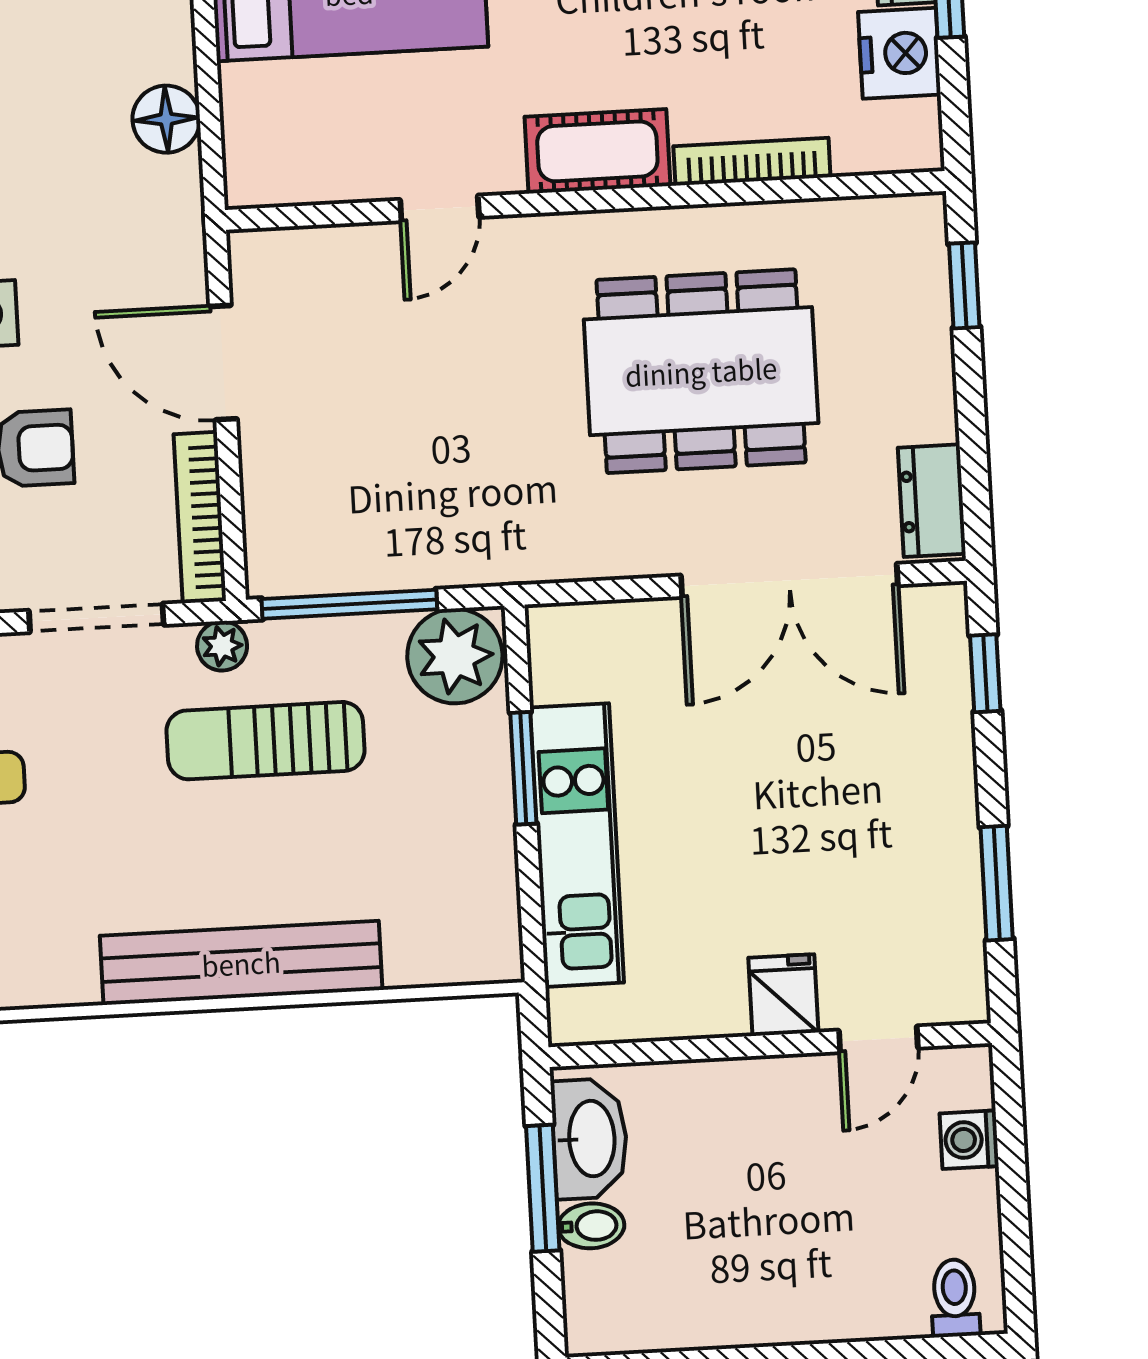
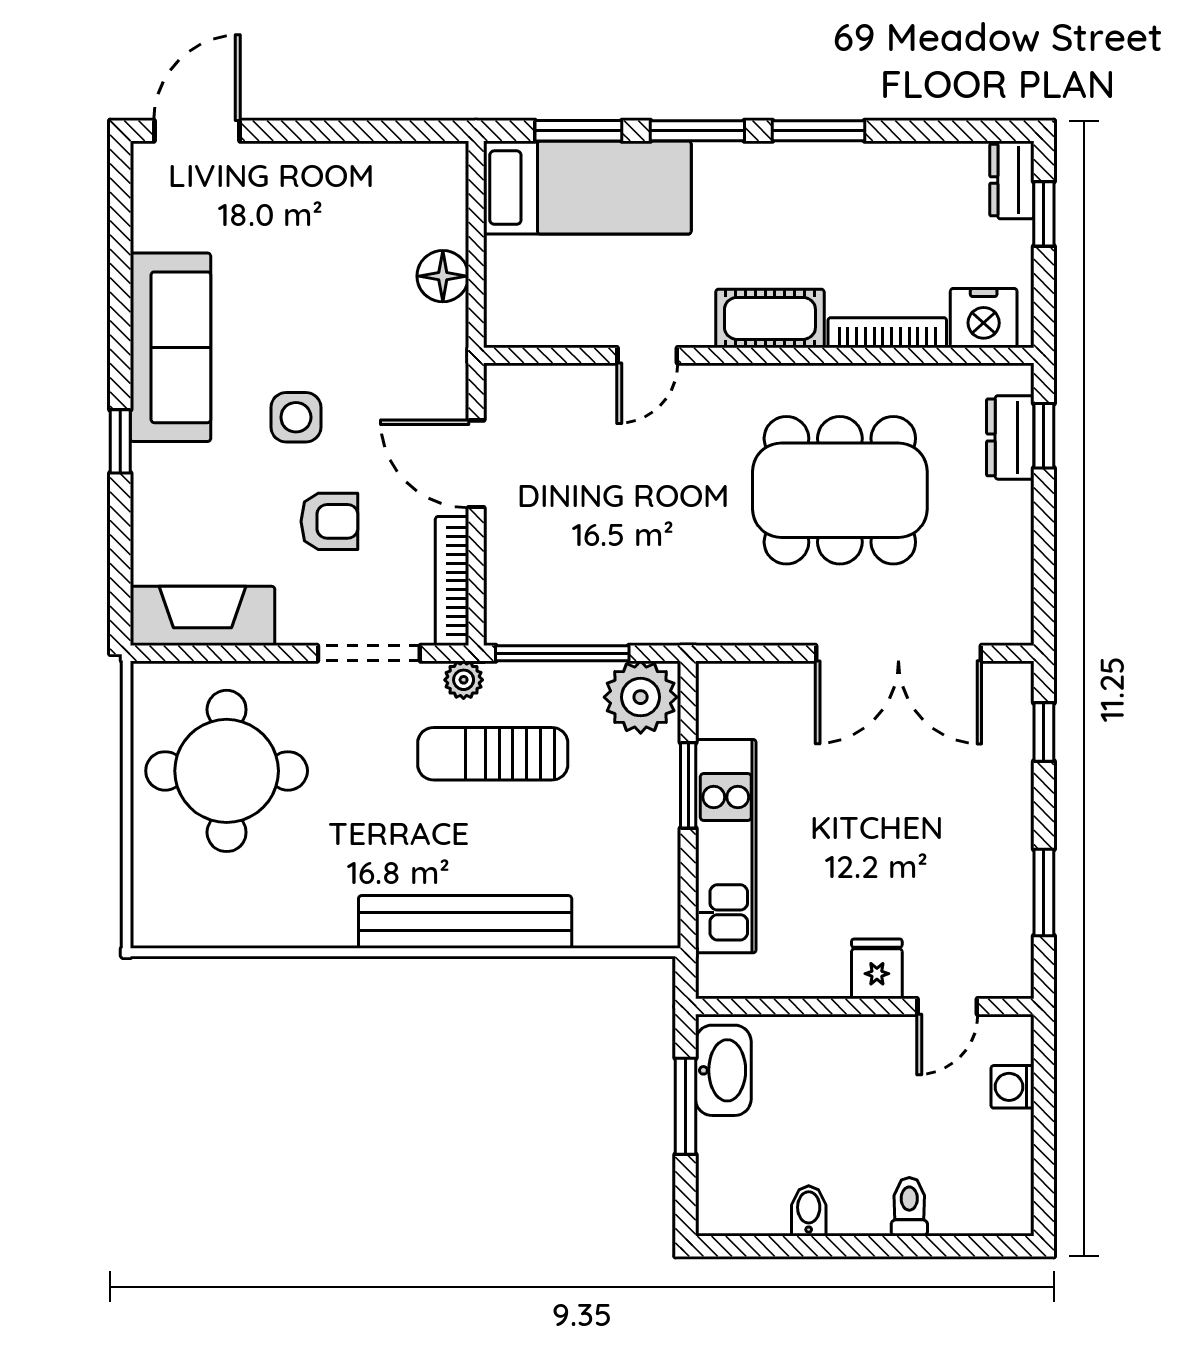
nightstand: (899, 53) -> (984, 318), moved, turned 90
dresser: (932, 501) -> (1010, 437), moved
bidet: (591, 1226) -> (809, 1211), moved, turned -90
toilet: (955, 1298) -> (909, 1207), moved

